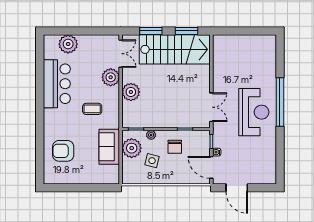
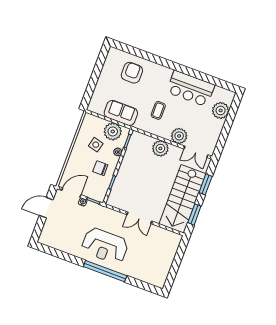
double door: (211, 107) -> (139, 218), moved

